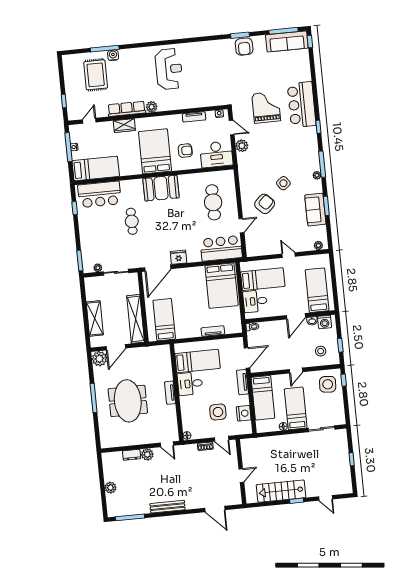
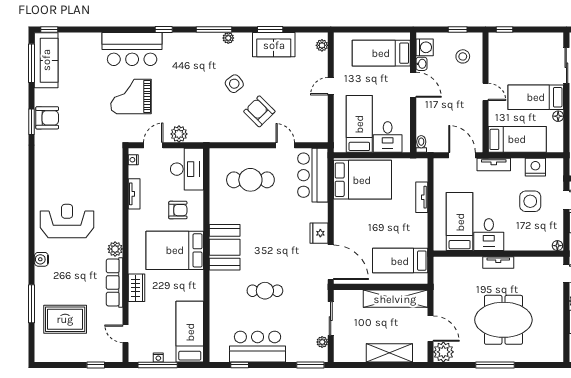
water cooler: (113, 55) -> (41, 259), moved
armchair: (185, 151) -> (178, 210), turned 90
bar counter: (99, 194) -> (258, 347), moved, turned -90
side table: (328, 384) -> (508, 51), removed

